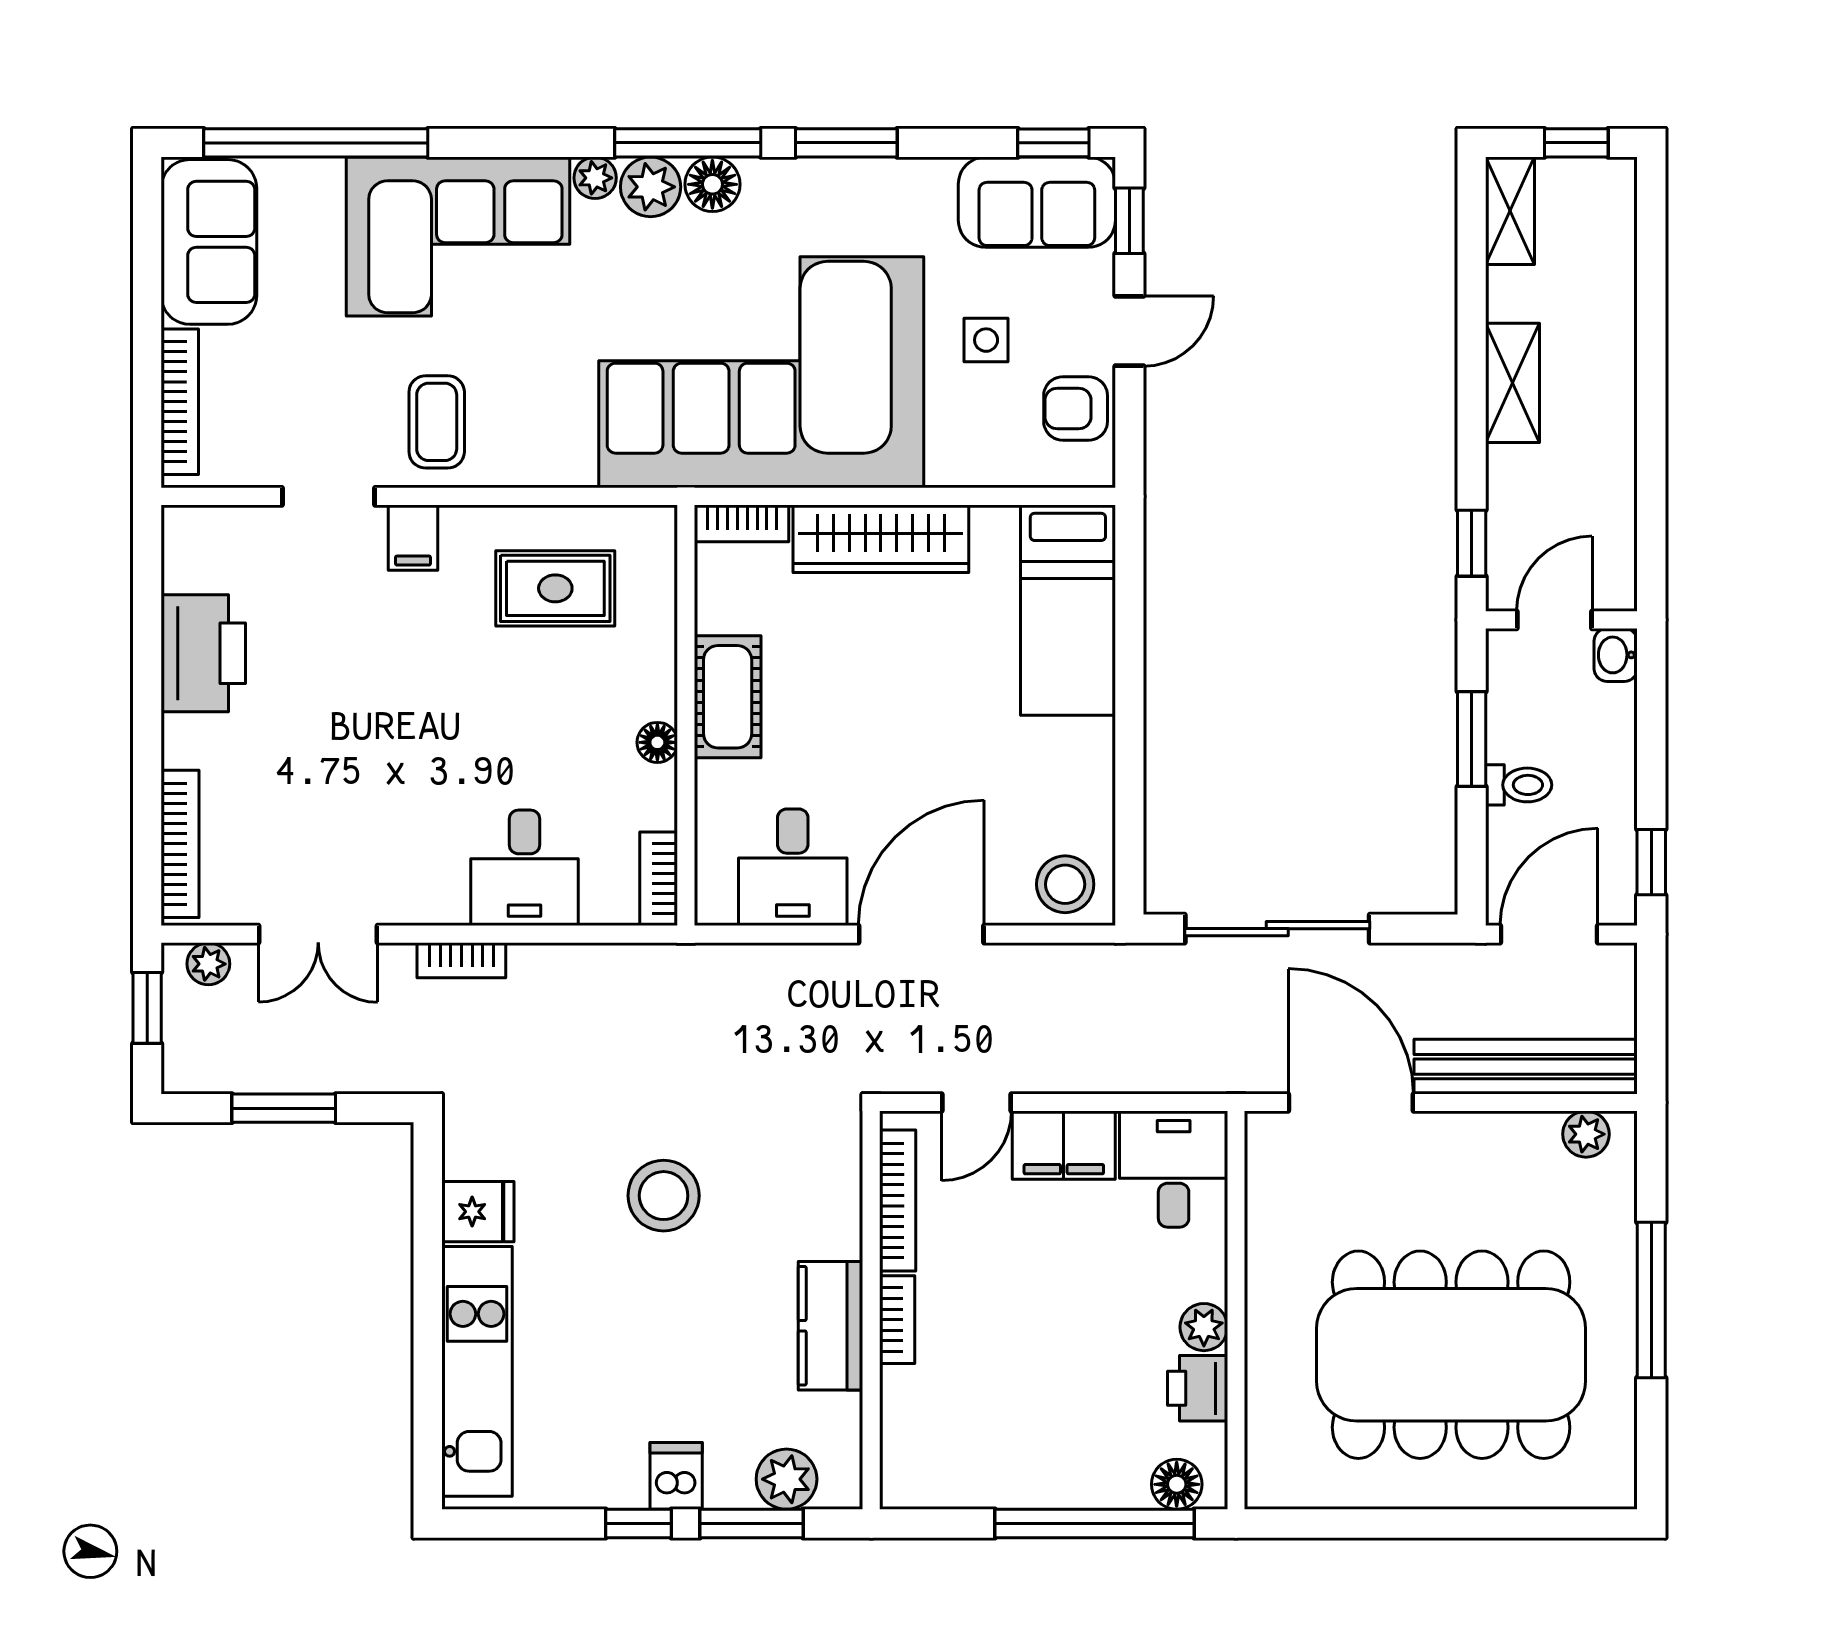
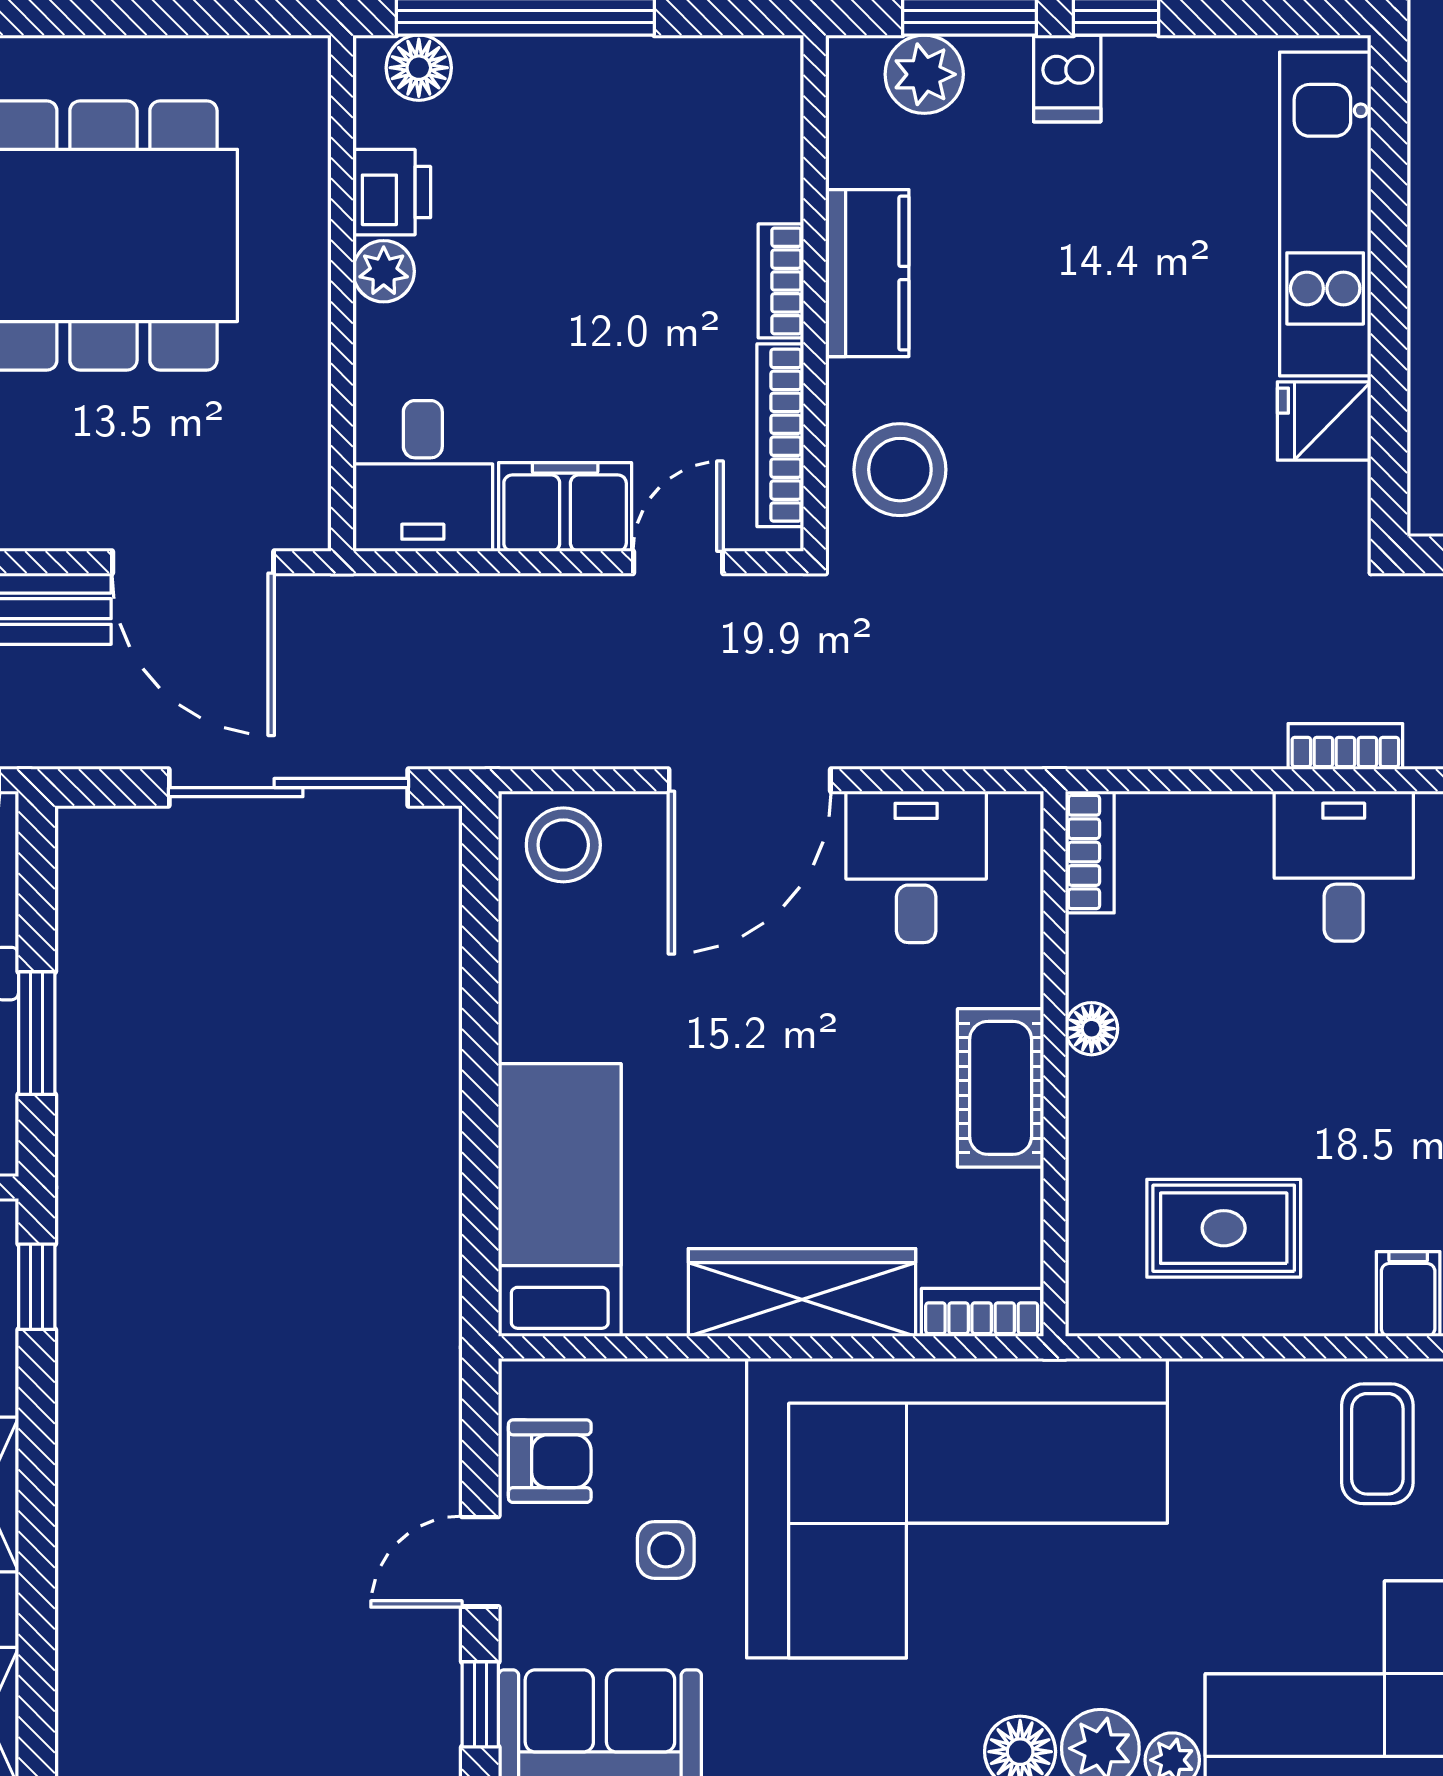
desk: (525, 868) -> (1344, 866), moved
stool: (664, 1196) -> (900, 470), moved

